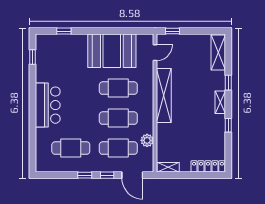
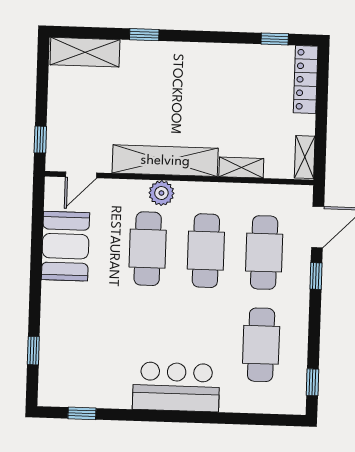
booth: (112, 51) -> (66, 246), width x0.73, depth x0.70
door: (155, 53) -> (81, 175), swing flipped
shelving: (220, 102) -> (241, 168), moved
window: (228, 125) -> (275, 39), moved
plant: (147, 140) -> (161, 193), moved
window: (85, 175) -> (312, 382), moved

